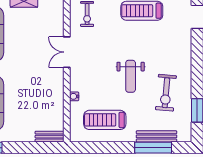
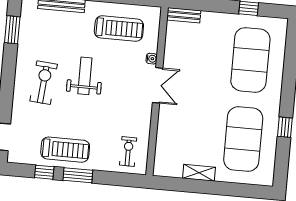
double door: (67, 52) -> (158, 85), moved
exercise bike: (166, 93) -> (44, 83), moved

